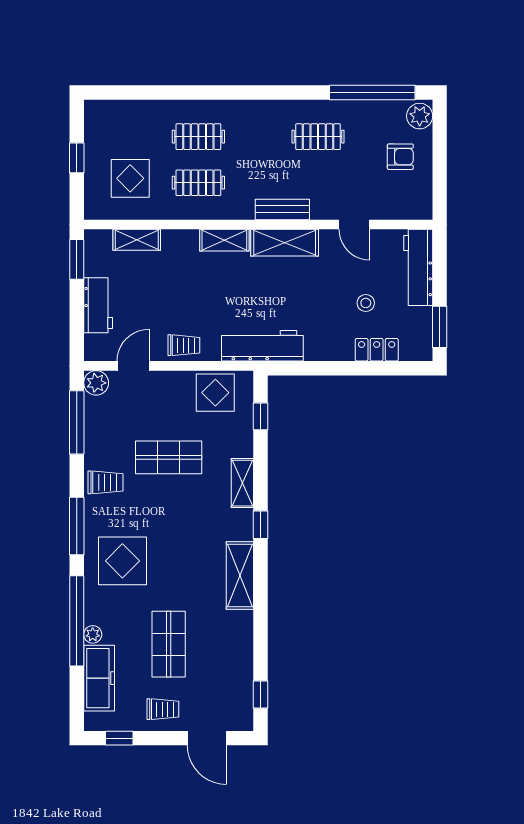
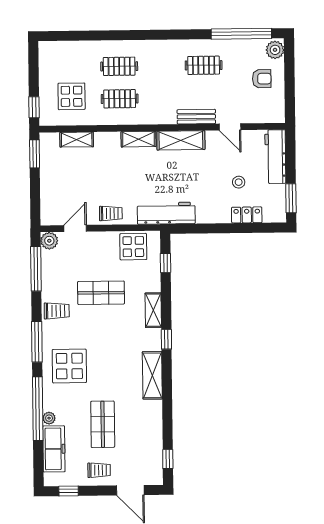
window: (77, 158) -> (34, 107), moved
bench: (282, 209) -> (196, 117), moved
workbench: (98, 305) -> (50, 186), removed

